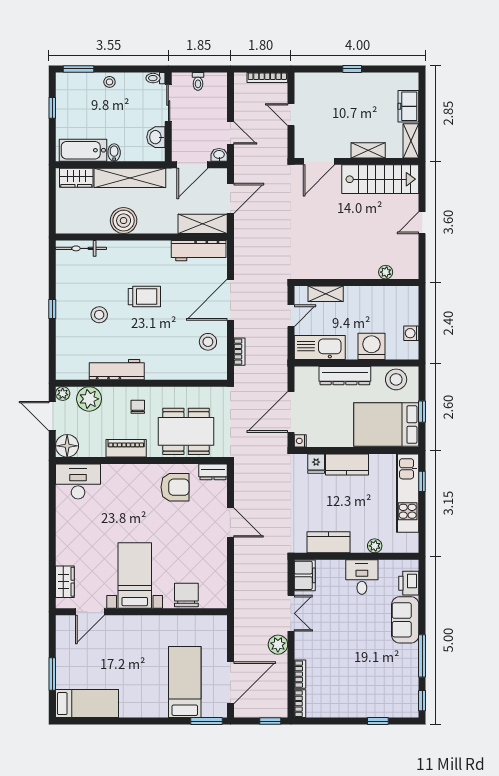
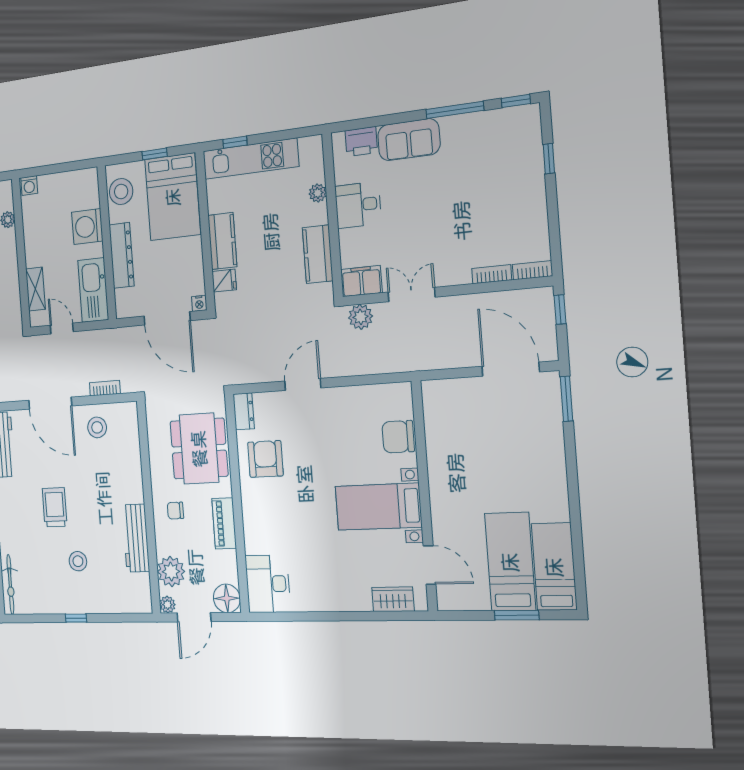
washing machine: (411, 333) -> (29, 186), moved
plant: (278, 645) -> (361, 317), moved
bed: (185, 682) -> (510, 562), moved, turned 90

